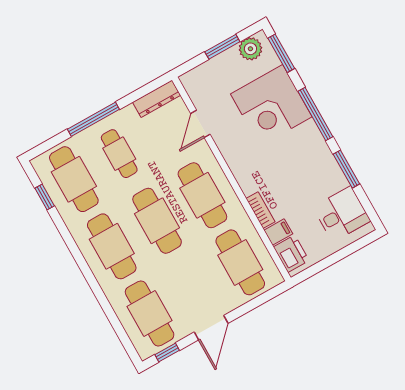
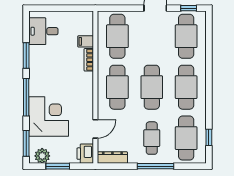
printer: (291, 254) -> (85, 154), moved

